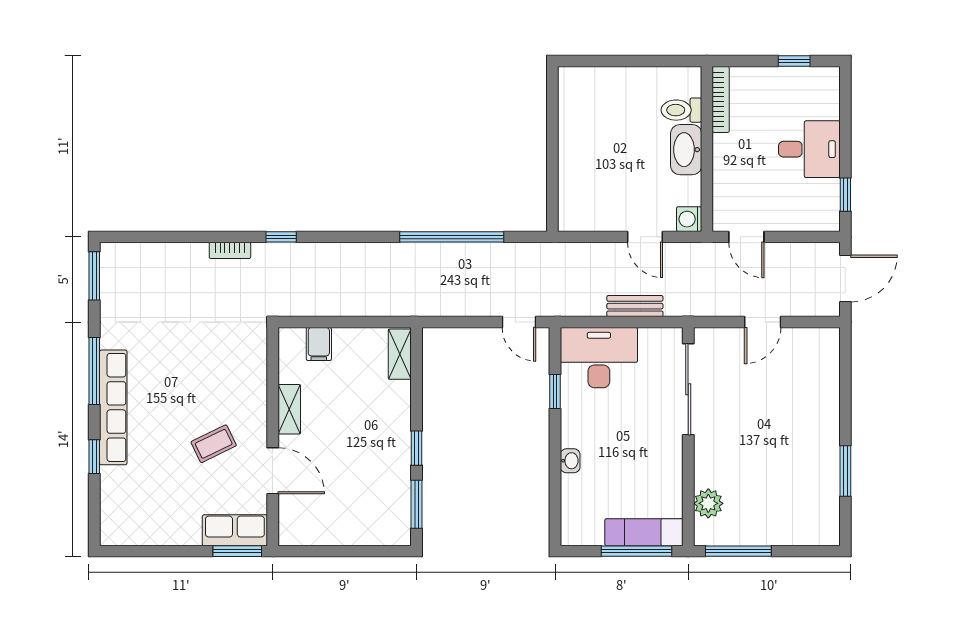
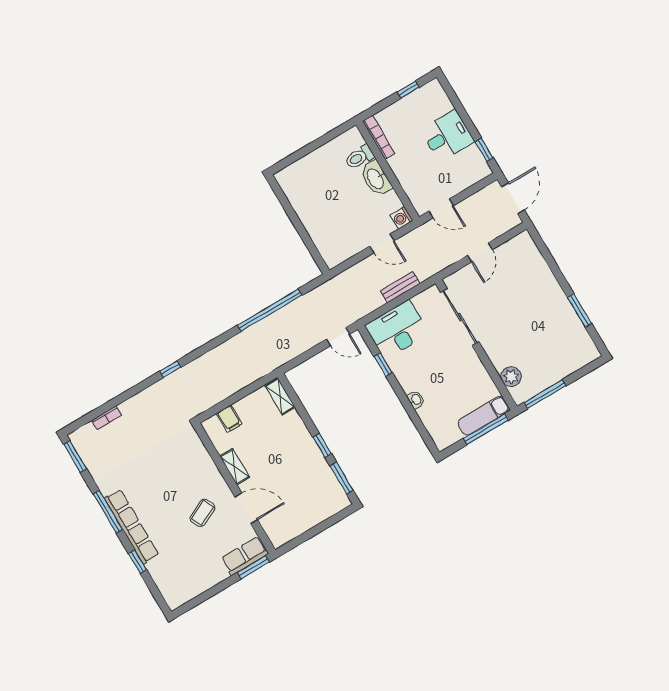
bookcase: (230, 250) -> (106, 418), moved

